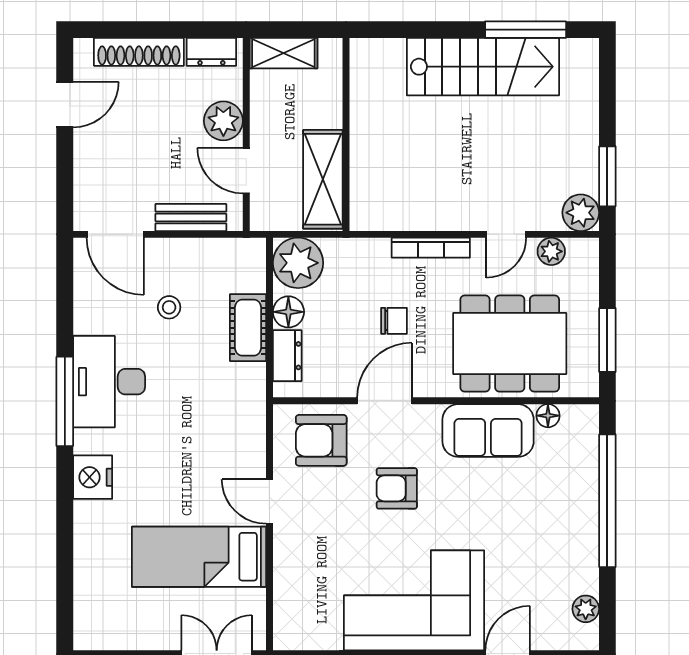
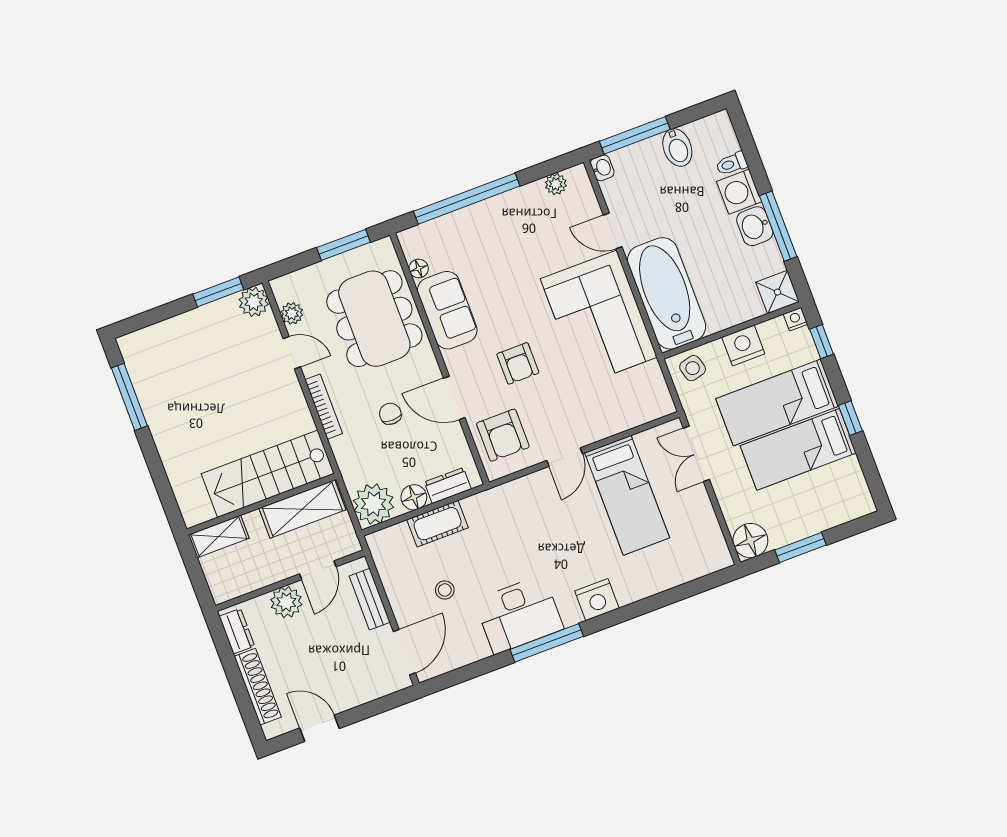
shelving: (283, 53) -> (219, 536), moved, turned 90
stairs: (483, 67) -> (268, 474), moved, turned -90

